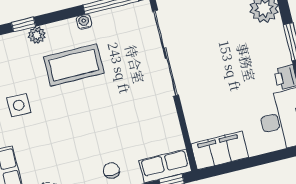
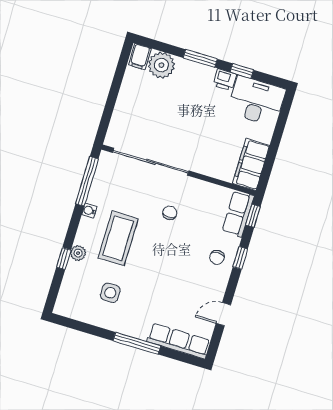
chair: (127, 100) -> (170, 213), added
side table: (19, 105) -> (110, 293), moved
chair: (111, 171) -> (217, 257), turned -90

